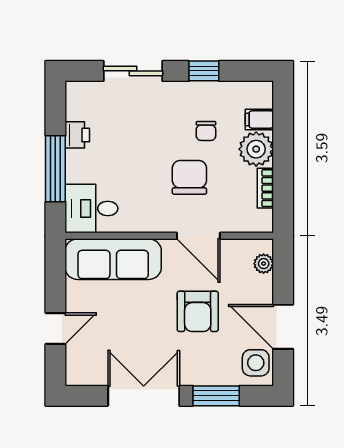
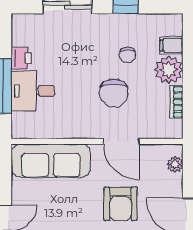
chair: (189, 177) -> (114, 93), turned 180
desk: (91, 208) -> (33, 91), moved

